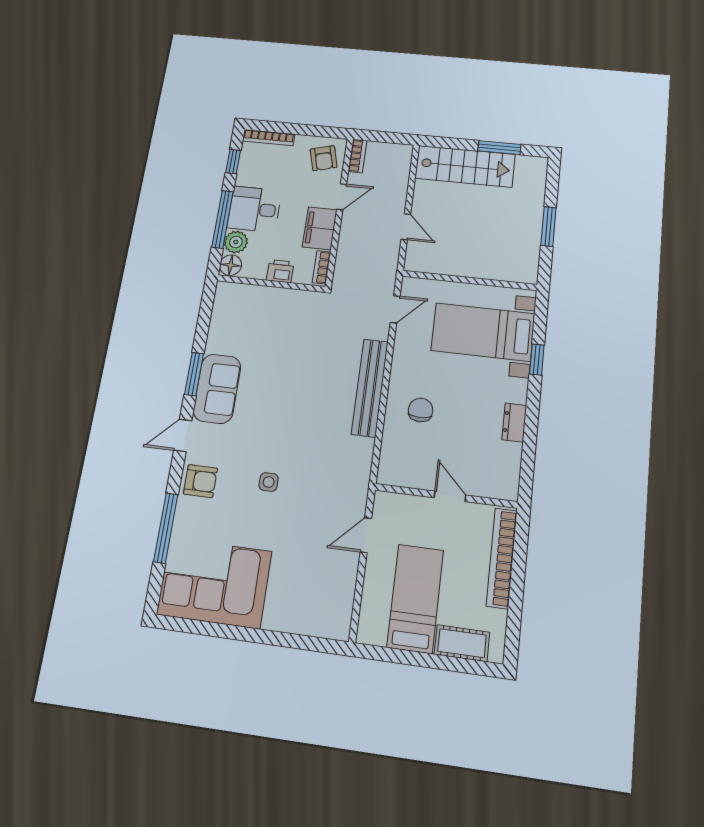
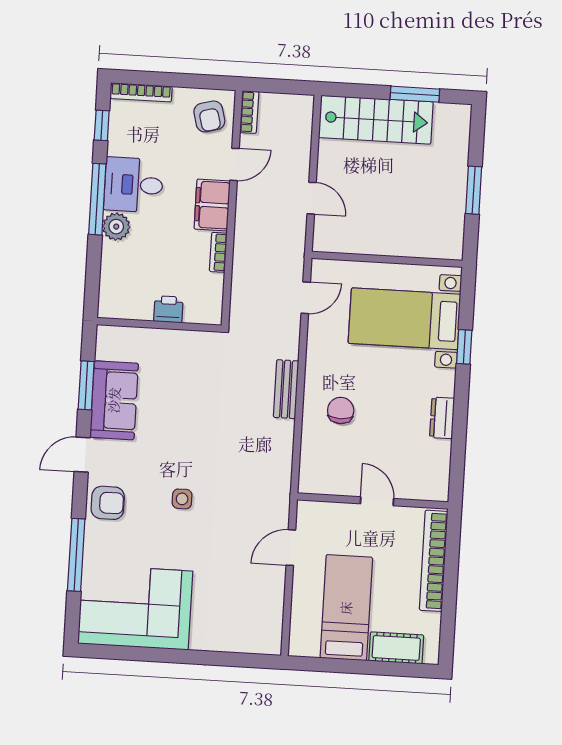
floor lamp: (231, 265) -> (113, 255), removed
printer: (280, 271) -> (168, 309), moved
wall: (271, 284) -> (159, 325), moved
bench: (370, 388) -> (286, 389), width x0.54, depth x0.82

